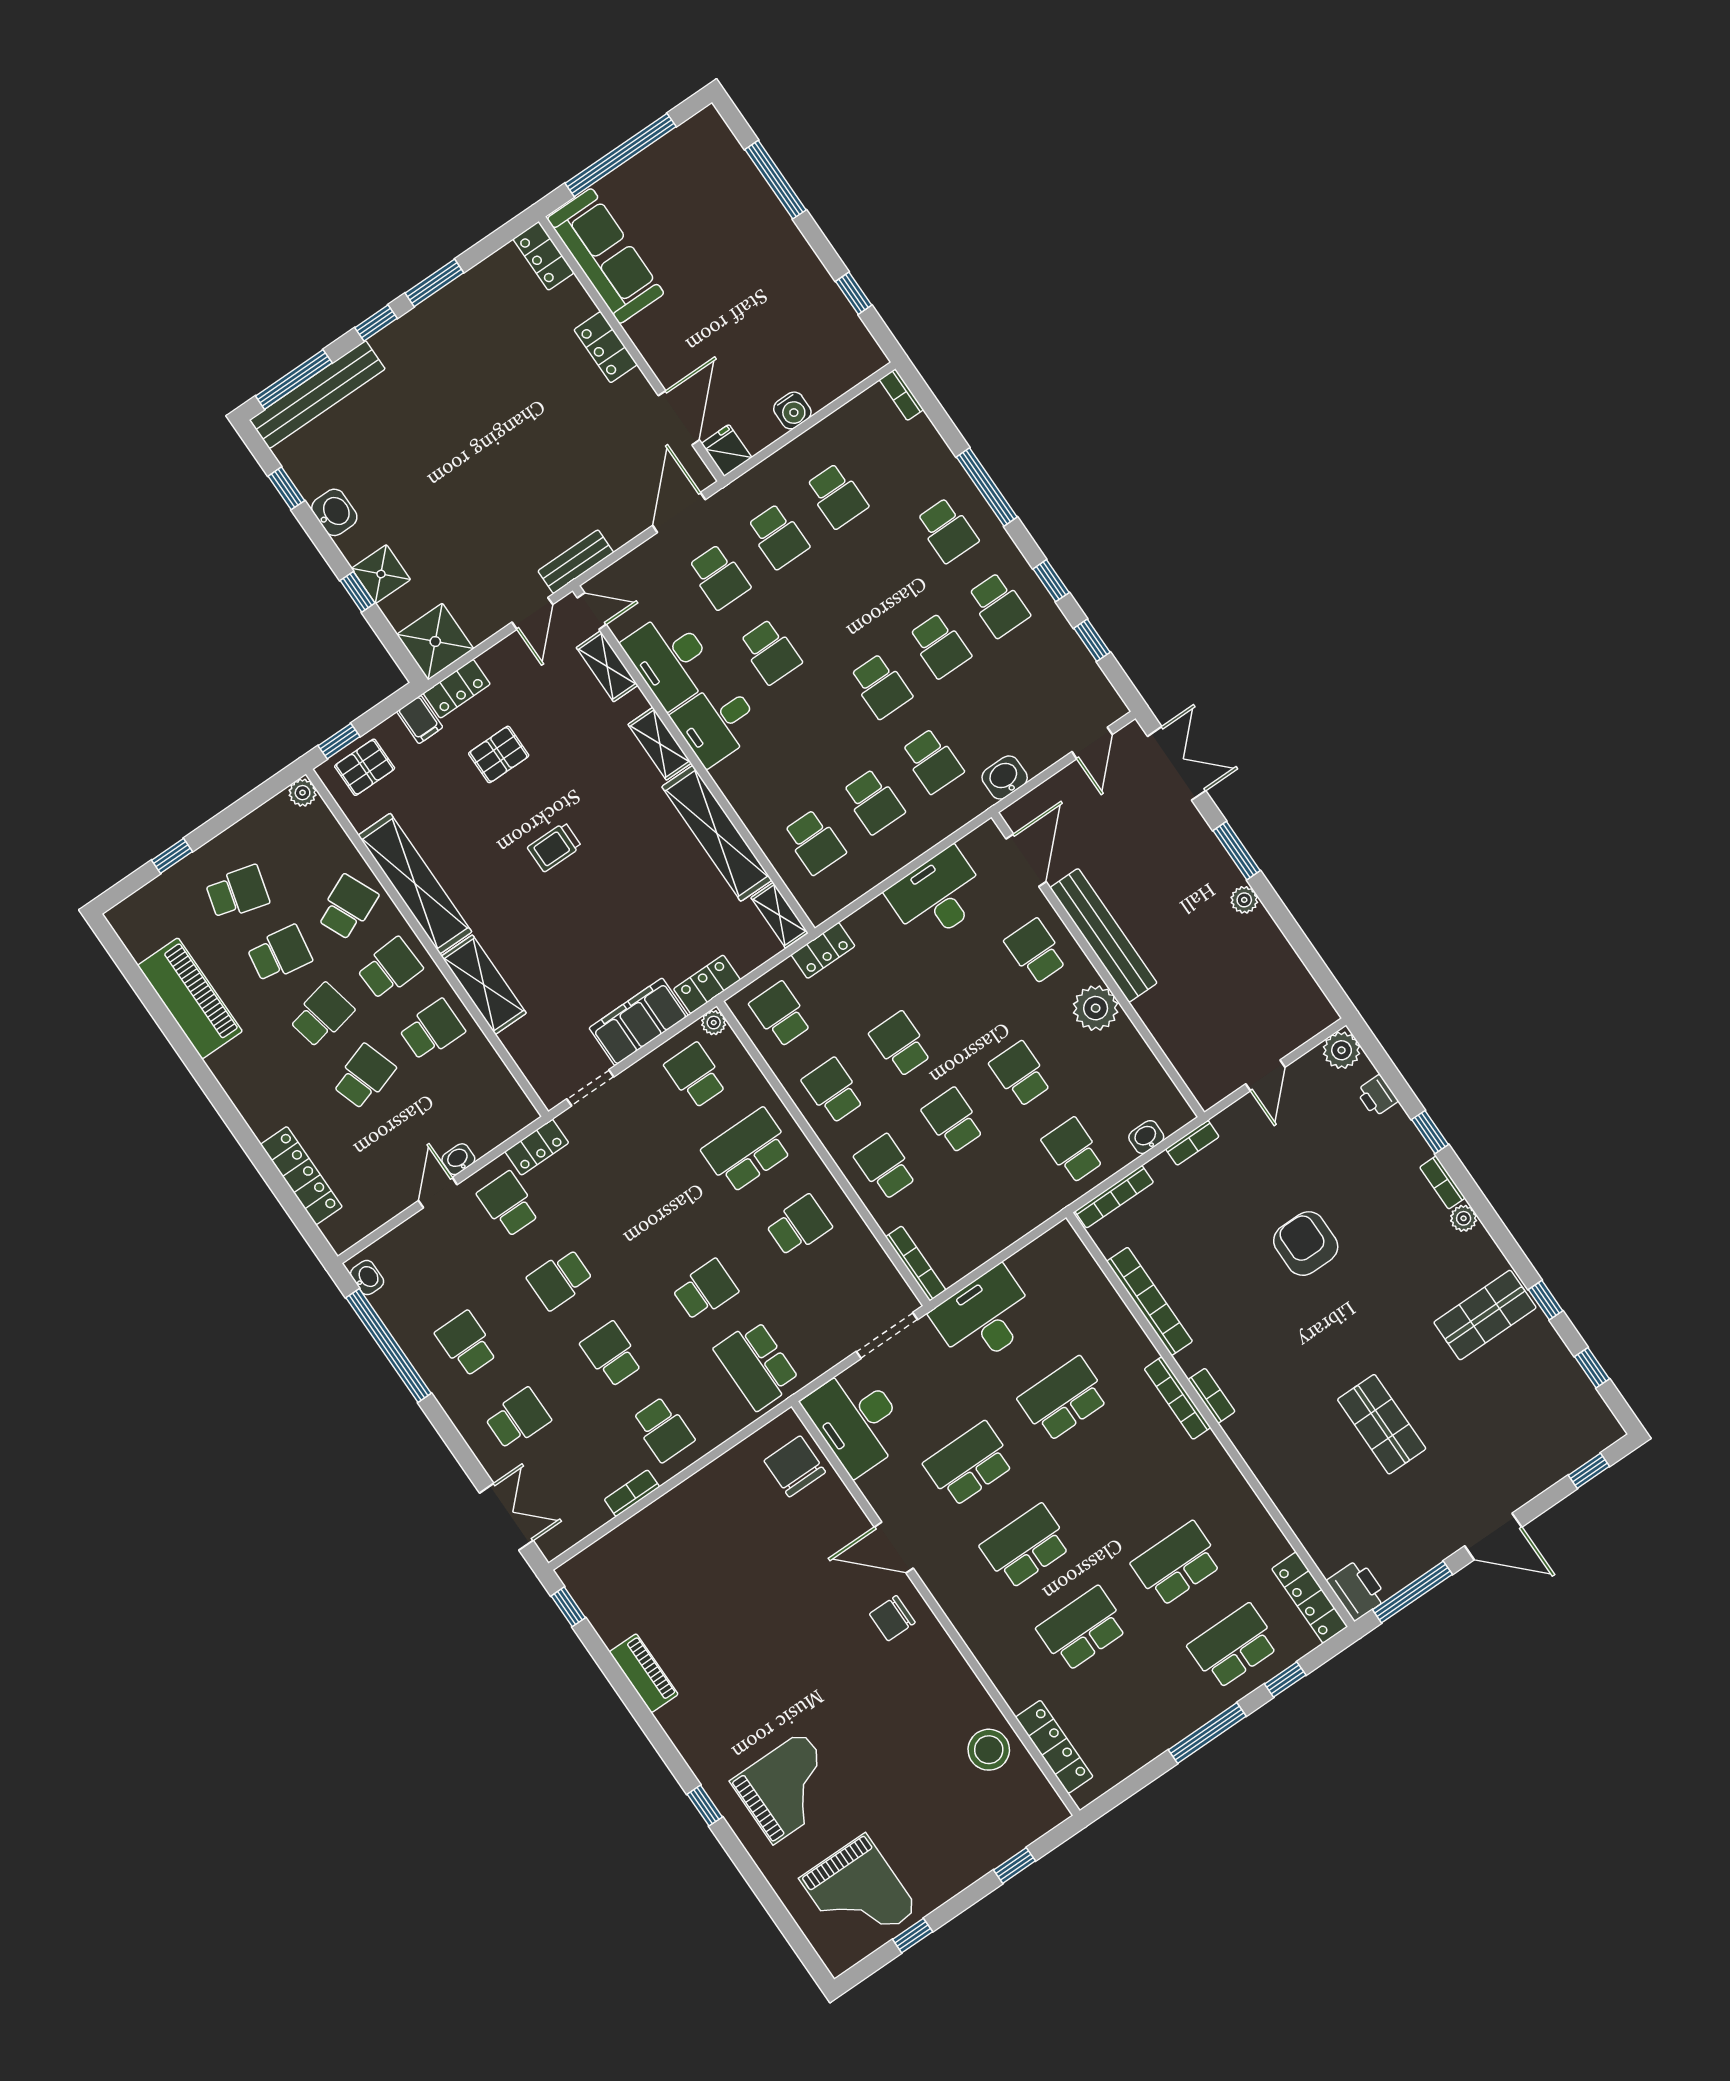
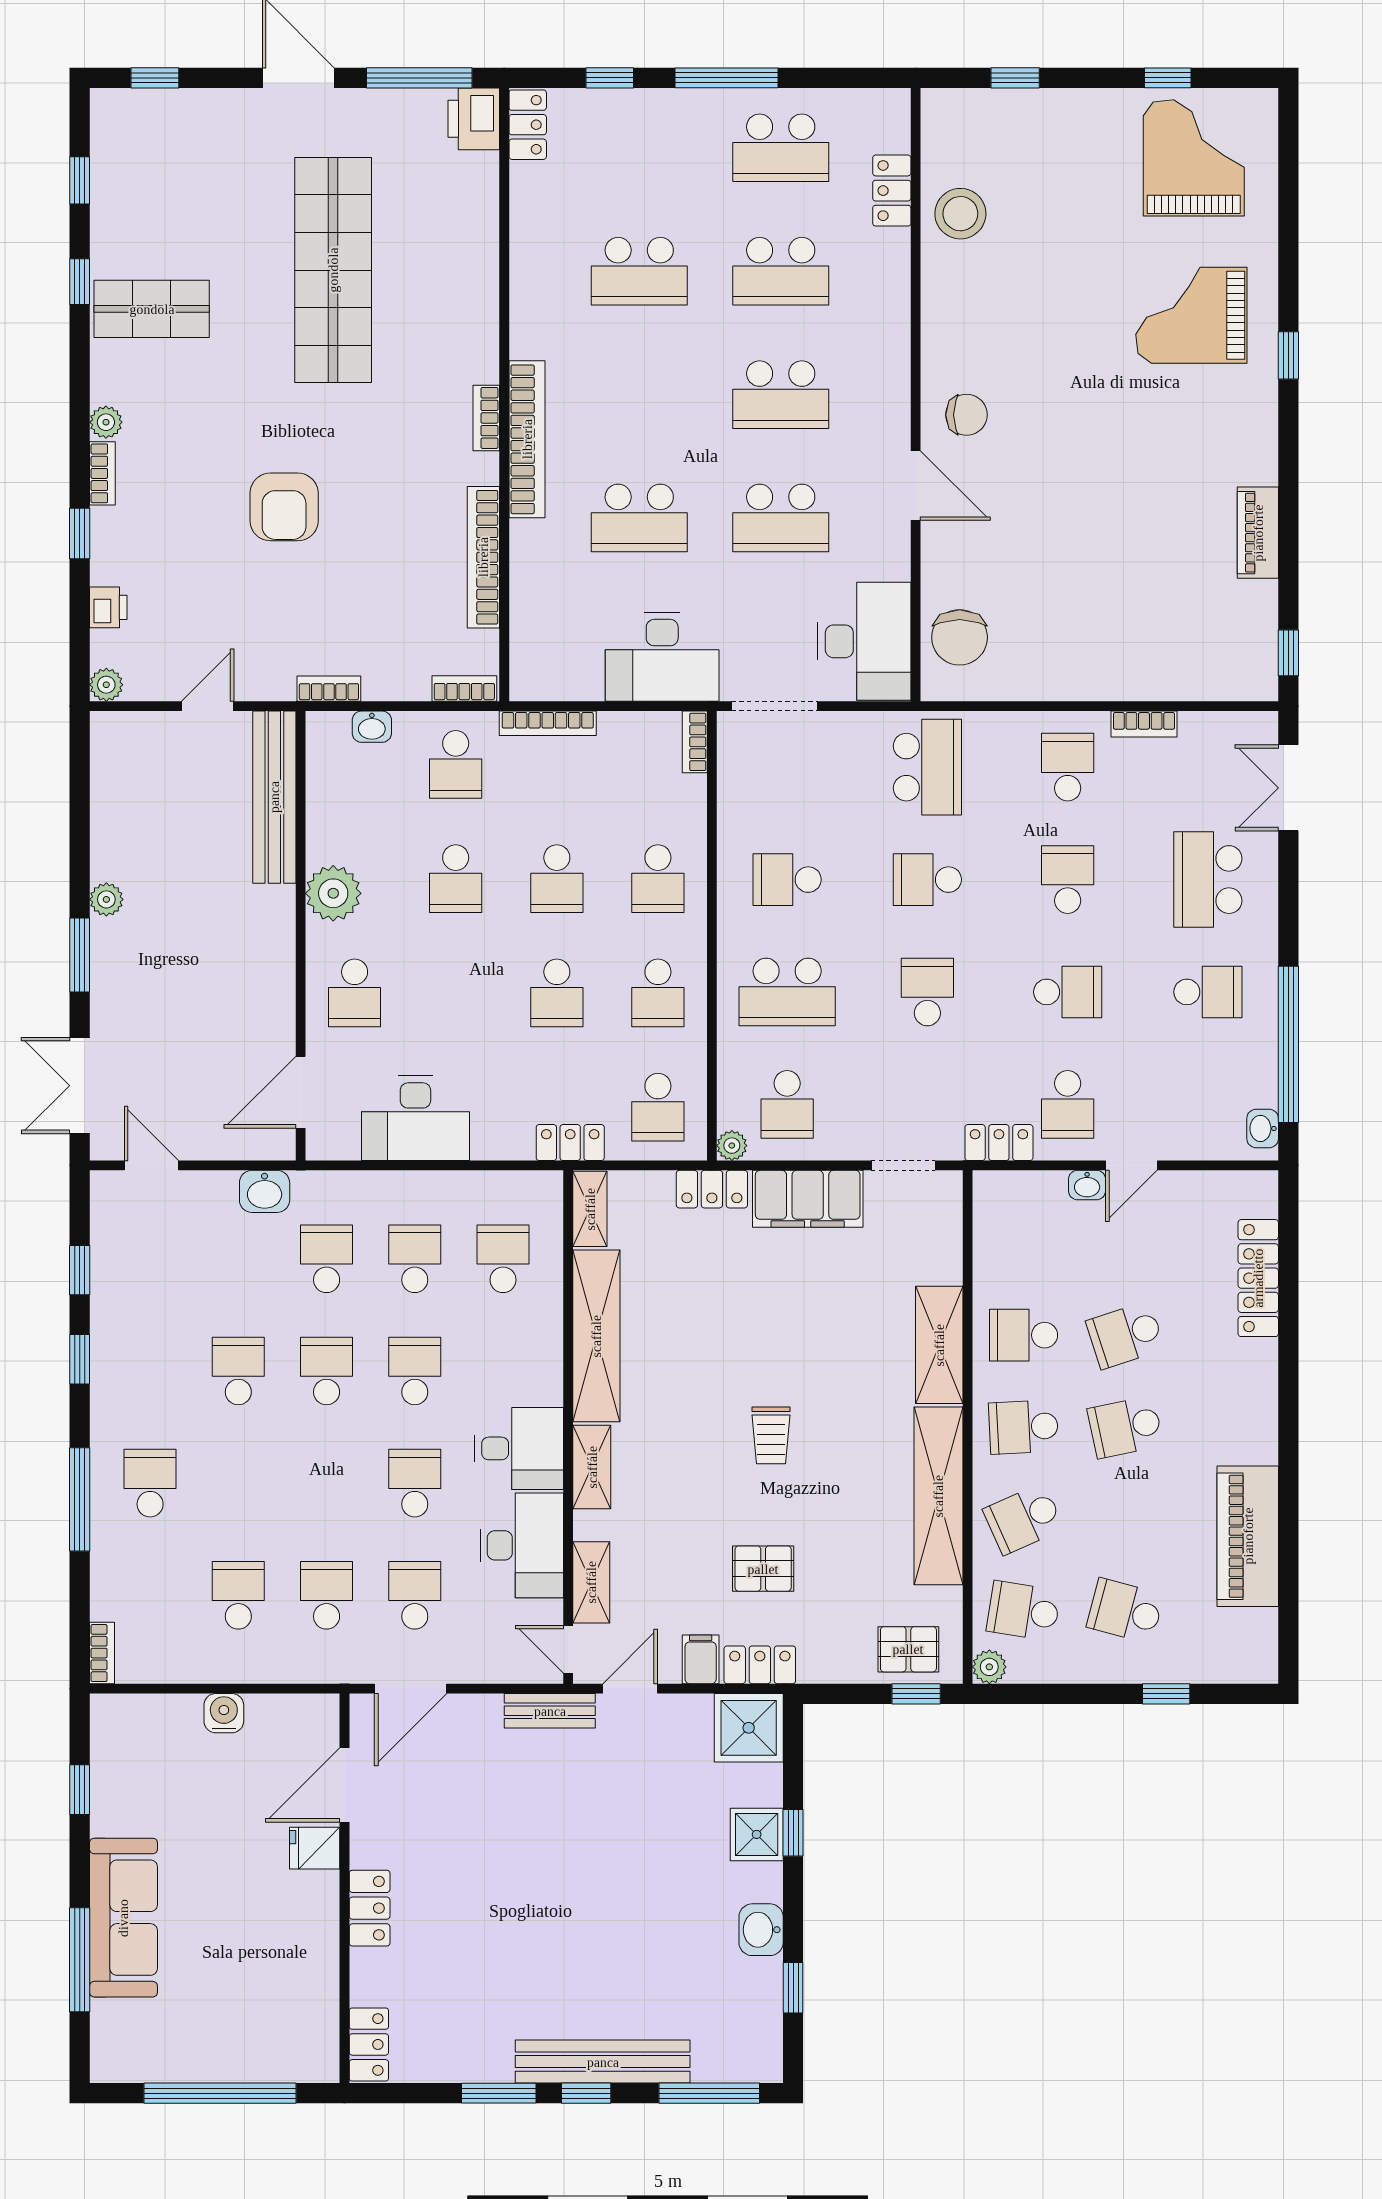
sofa: (606, 256) -> (123, 1918), moved, turned 180
bench: (317, 394) -> (603, 2062), moved
fridge: (727, 450) -> (315, 1848), moved, turned 90
school desk: (999, 605) -> (415, 1371), moved
filing cabinet: (420, 719) -> (701, 1659), moved
door: (1092, 743) -> (151, 1165), hinge flipped
trolley: (554, 847) -> (771, 1435), turned 90
bench: (1104, 935) -> (274, 797), moved
school desk: (280, 954) -> (1024, 1611), moved
plant: (1342, 1050) -> (106, 685), width x0.73, depth x0.73
bookcase: (1114, 1197) -> (464, 688), width x0.64
school desk: (654, 1215) -> (927, 992), added
bookcase: (1030, 1220) -> (548, 723), added
bookcase: (916, 1264) -> (695, 742), width x0.64
school desk: (466, 1344) -> (1208, 992), turned -90
school desk: (612, 1354) -> (1068, 880), turned 180
bookcase: (1177, 1398) -> (527, 439), width x1.48, depth x1.31
school desk: (518, 1419) -> (1208, 880), width x1.85
shop shelf: (1382, 1424) -> (333, 270), width x2.00, depth x1.36
locker: (1310, 1598) -> (528, 125), width x0.66
school desk: (1233, 1646) -> (781, 148), moved
locker: (1054, 1747) -> (892, 191), width x0.66

